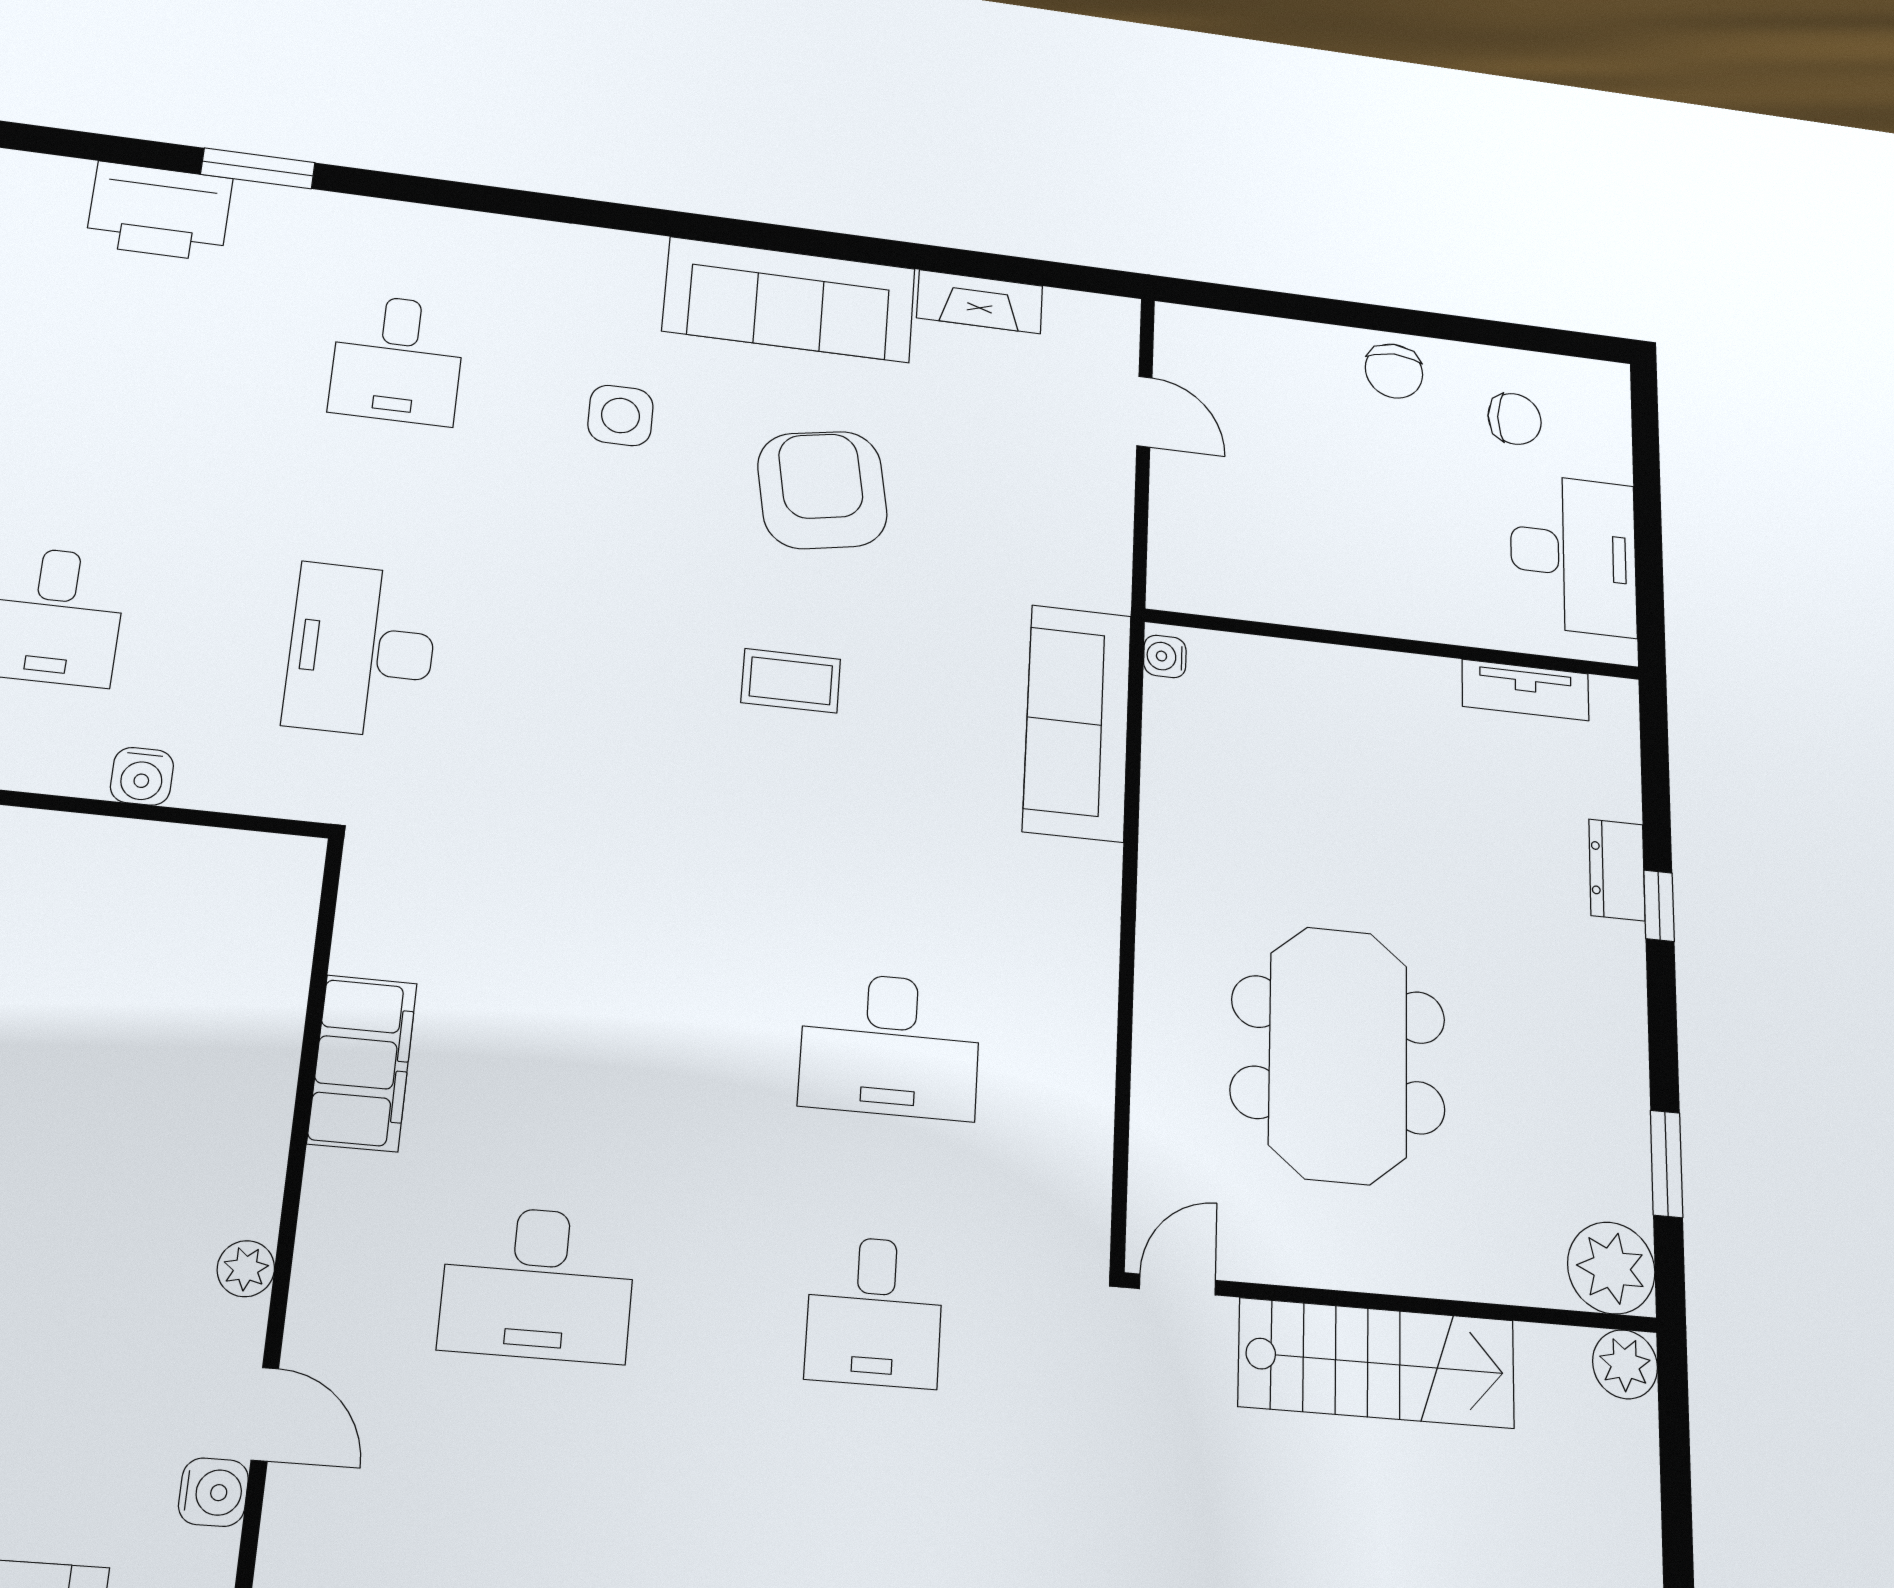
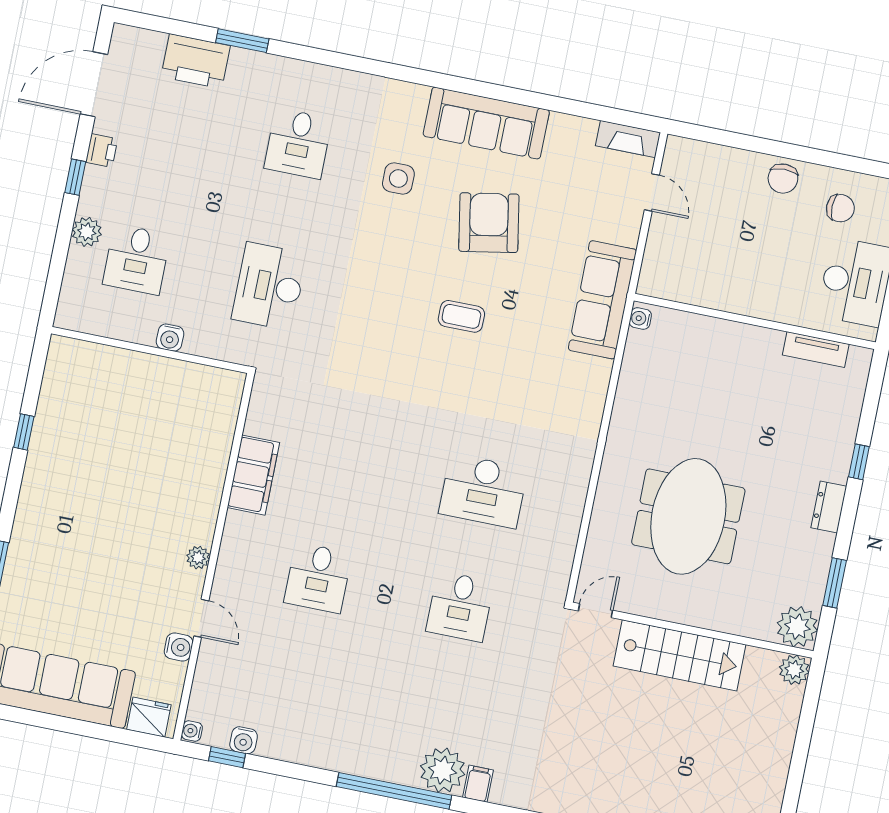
fireplace: (980, 302) -> (628, 139), moved
sofa: (1077, 723) -> (602, 300), moved
dresser: (1617, 870) -> (829, 507), moved
desk: (538, 1284) -> (318, 578), width x0.73

